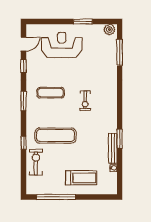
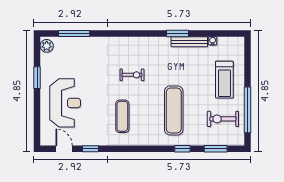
reception desk: (62, 45) -> (65, 103), turned 180
window: (24, 101) -> (216, 149), moved
exercise bike: (36, 162) -> (223, 119), moved
treadmill: (81, 178) -> (224, 80), turned 180

